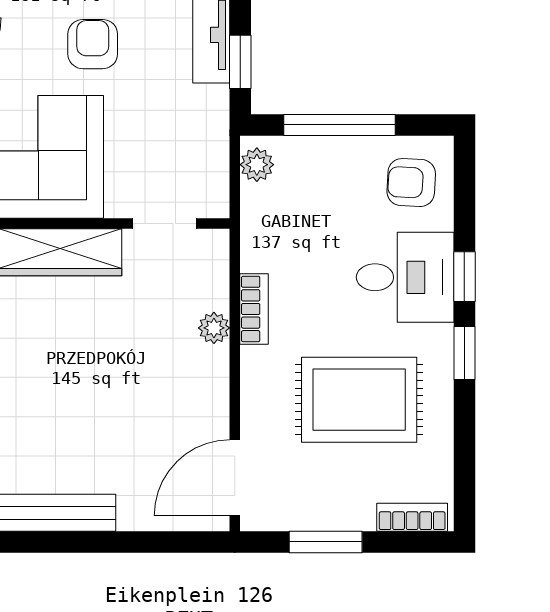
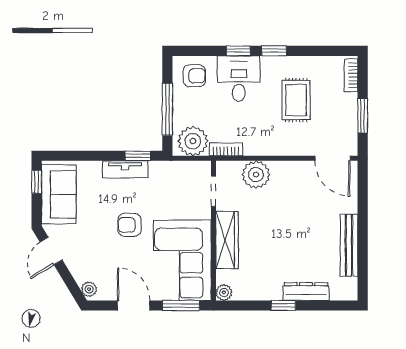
plant: (257, 165) -> (193, 141), width x1.88, depth x1.88
armchair: (411, 183) -> (194, 76), turned -93
bookcase: (254, 309) -> (226, 149), moved
plant: (214, 328) -> (256, 175), width x1.87, depth x1.87
rug: (359, 400) -> (296, 100), width x0.73, depth x0.70

